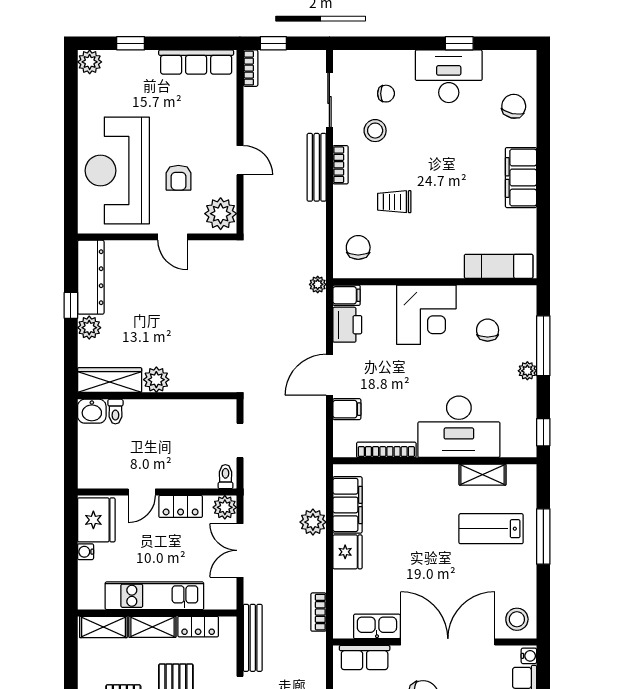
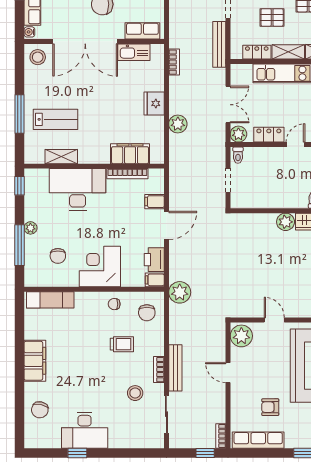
chair: (386, 94) -> (114, 304), moved
armchair: (178, 178) -> (270, 407), moved, turned -90
plant: (318, 284) -> (180, 292), width x1.88, depth x1.88
filing cabinet: (347, 505) -> (130, 154), moved, turned 90

